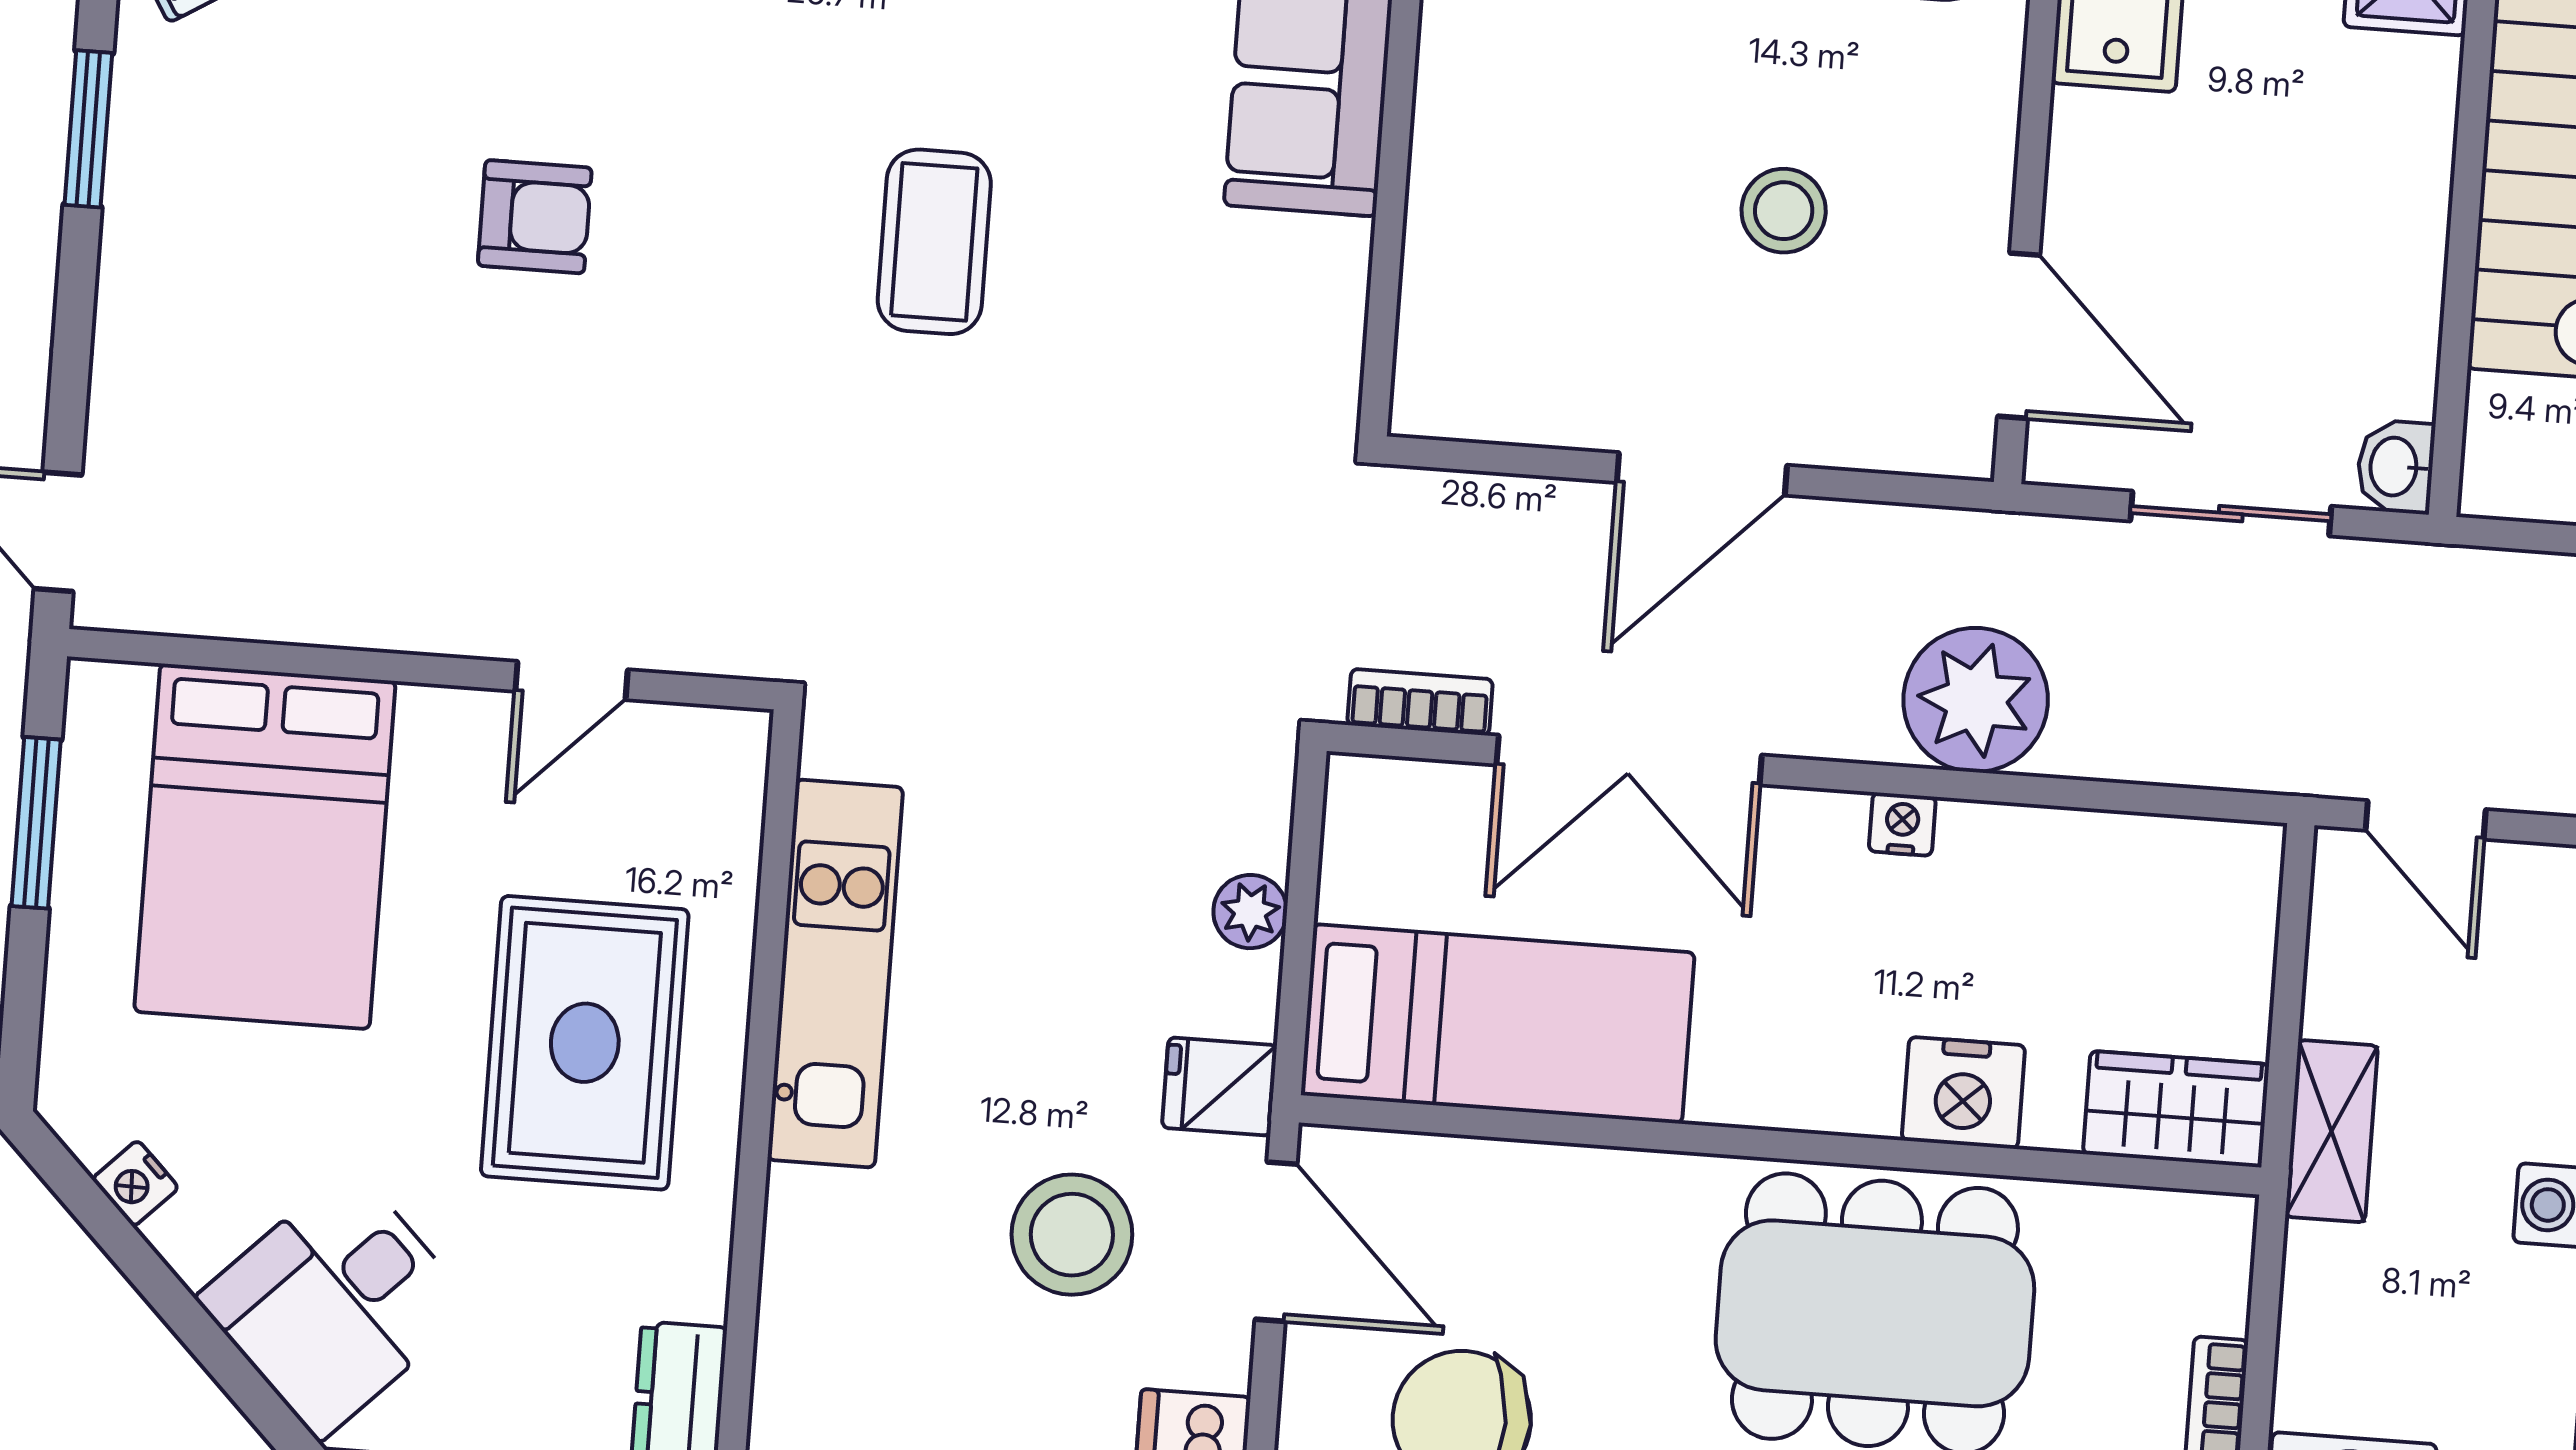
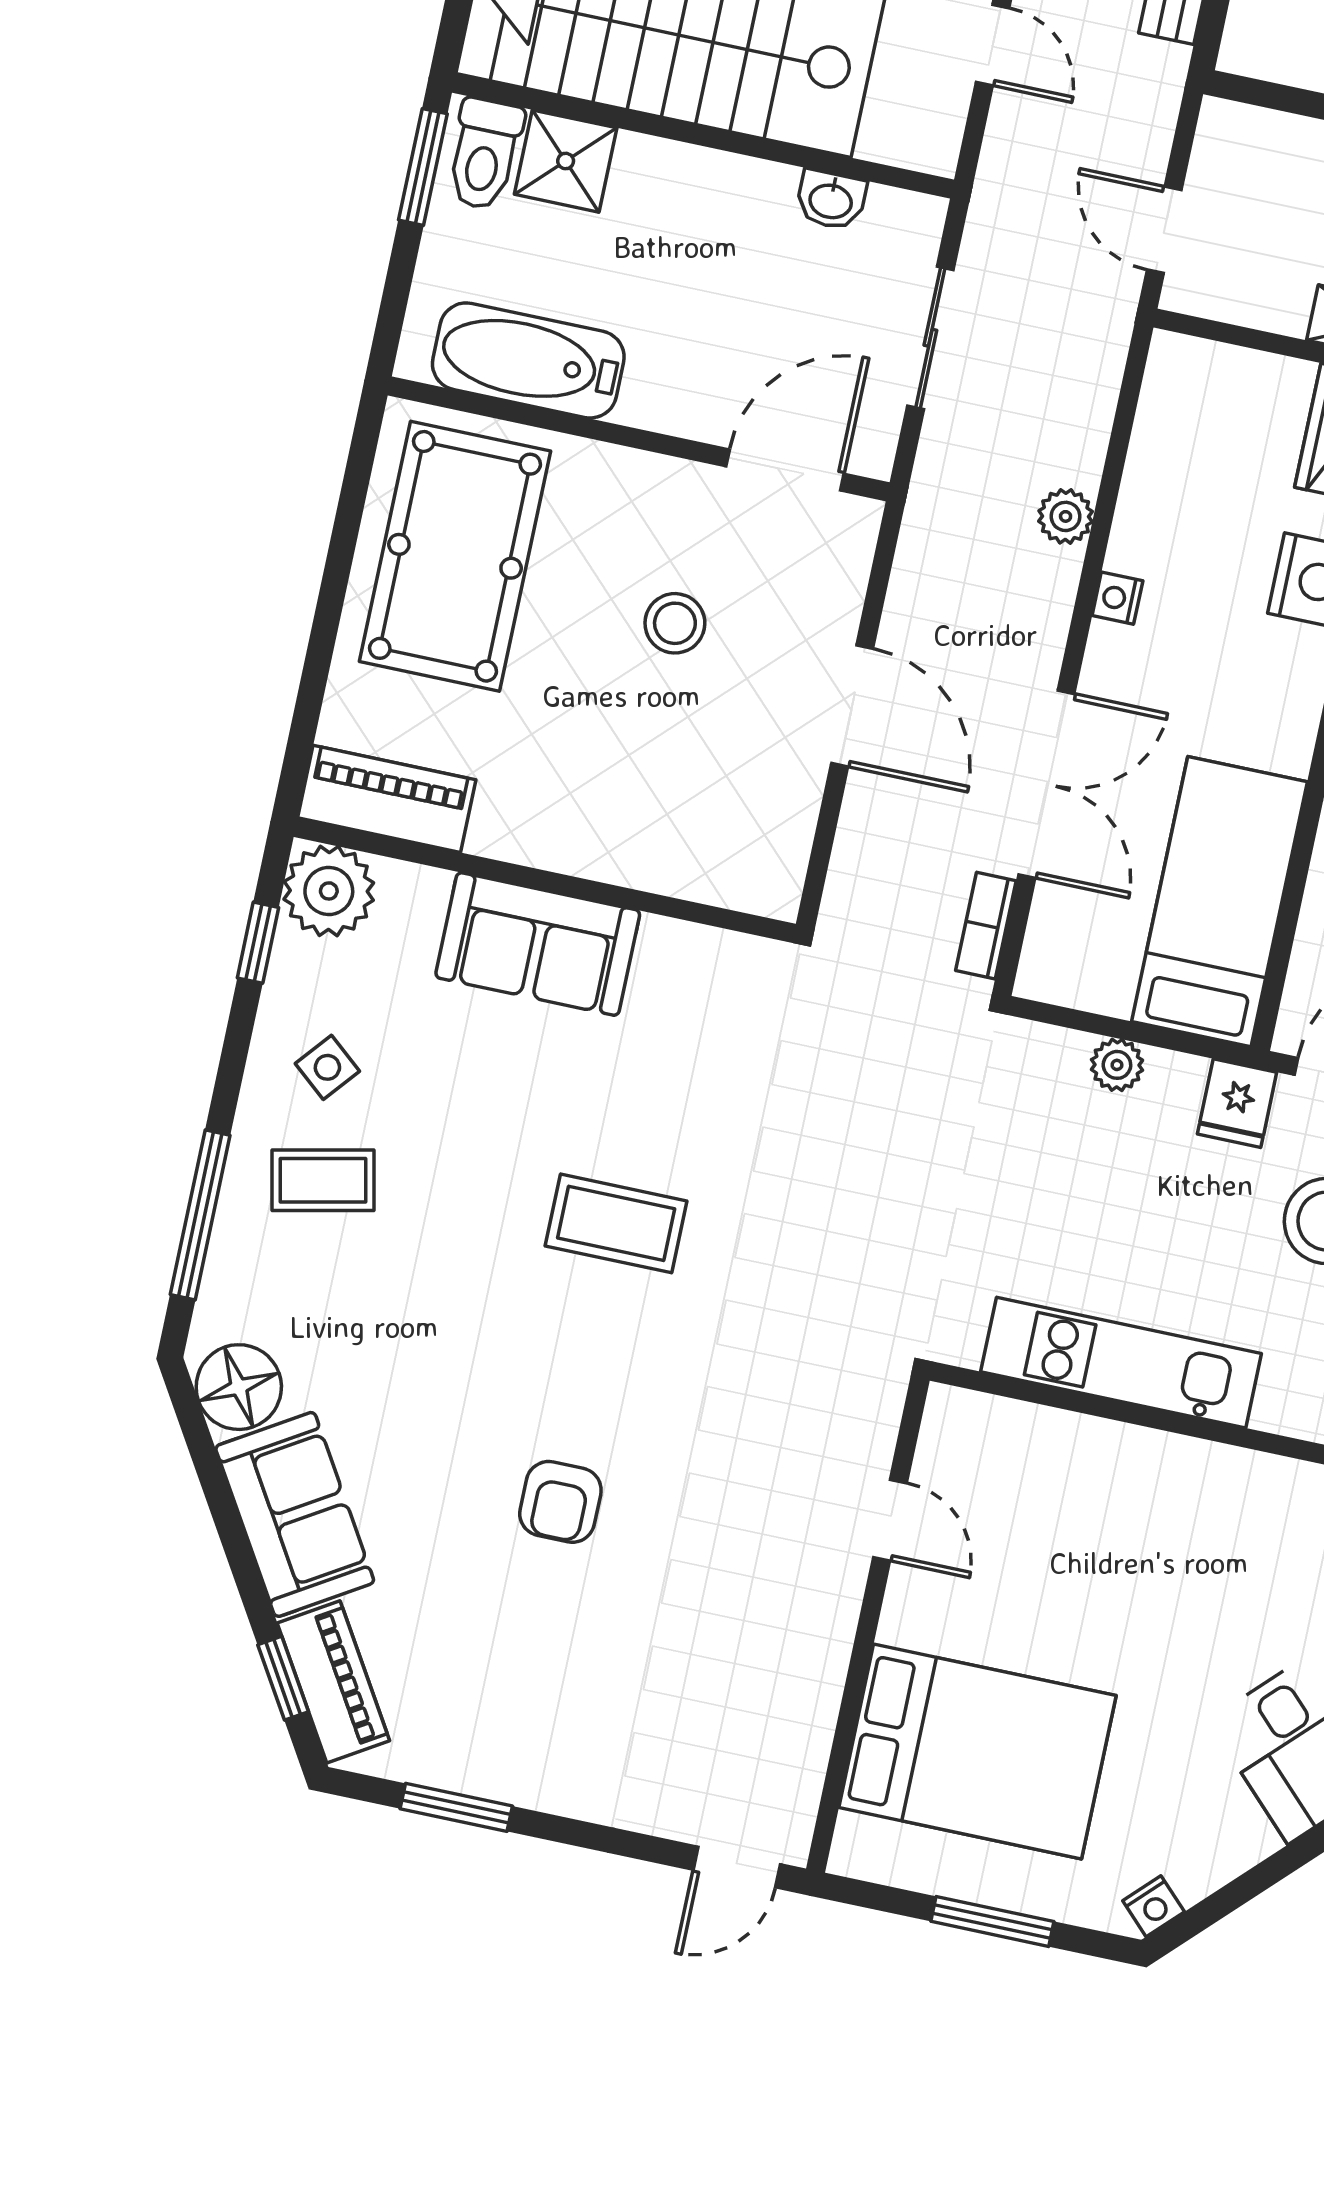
armchair: (535, 217) -> (560, 1502), turned 180
washbasin: (2396, 467) -> (831, 200), moved
plant: (1976, 700) -> (1066, 516), width x0.53, depth x0.53
door: (2426, 820) -> (1164, 230), swing flipped
window: (36, 823) -> (992, 1921), moved
rug: (585, 1043) -> (1146, 1545), removed
nightstand: (135, 1183) -> (1154, 1906), moved

